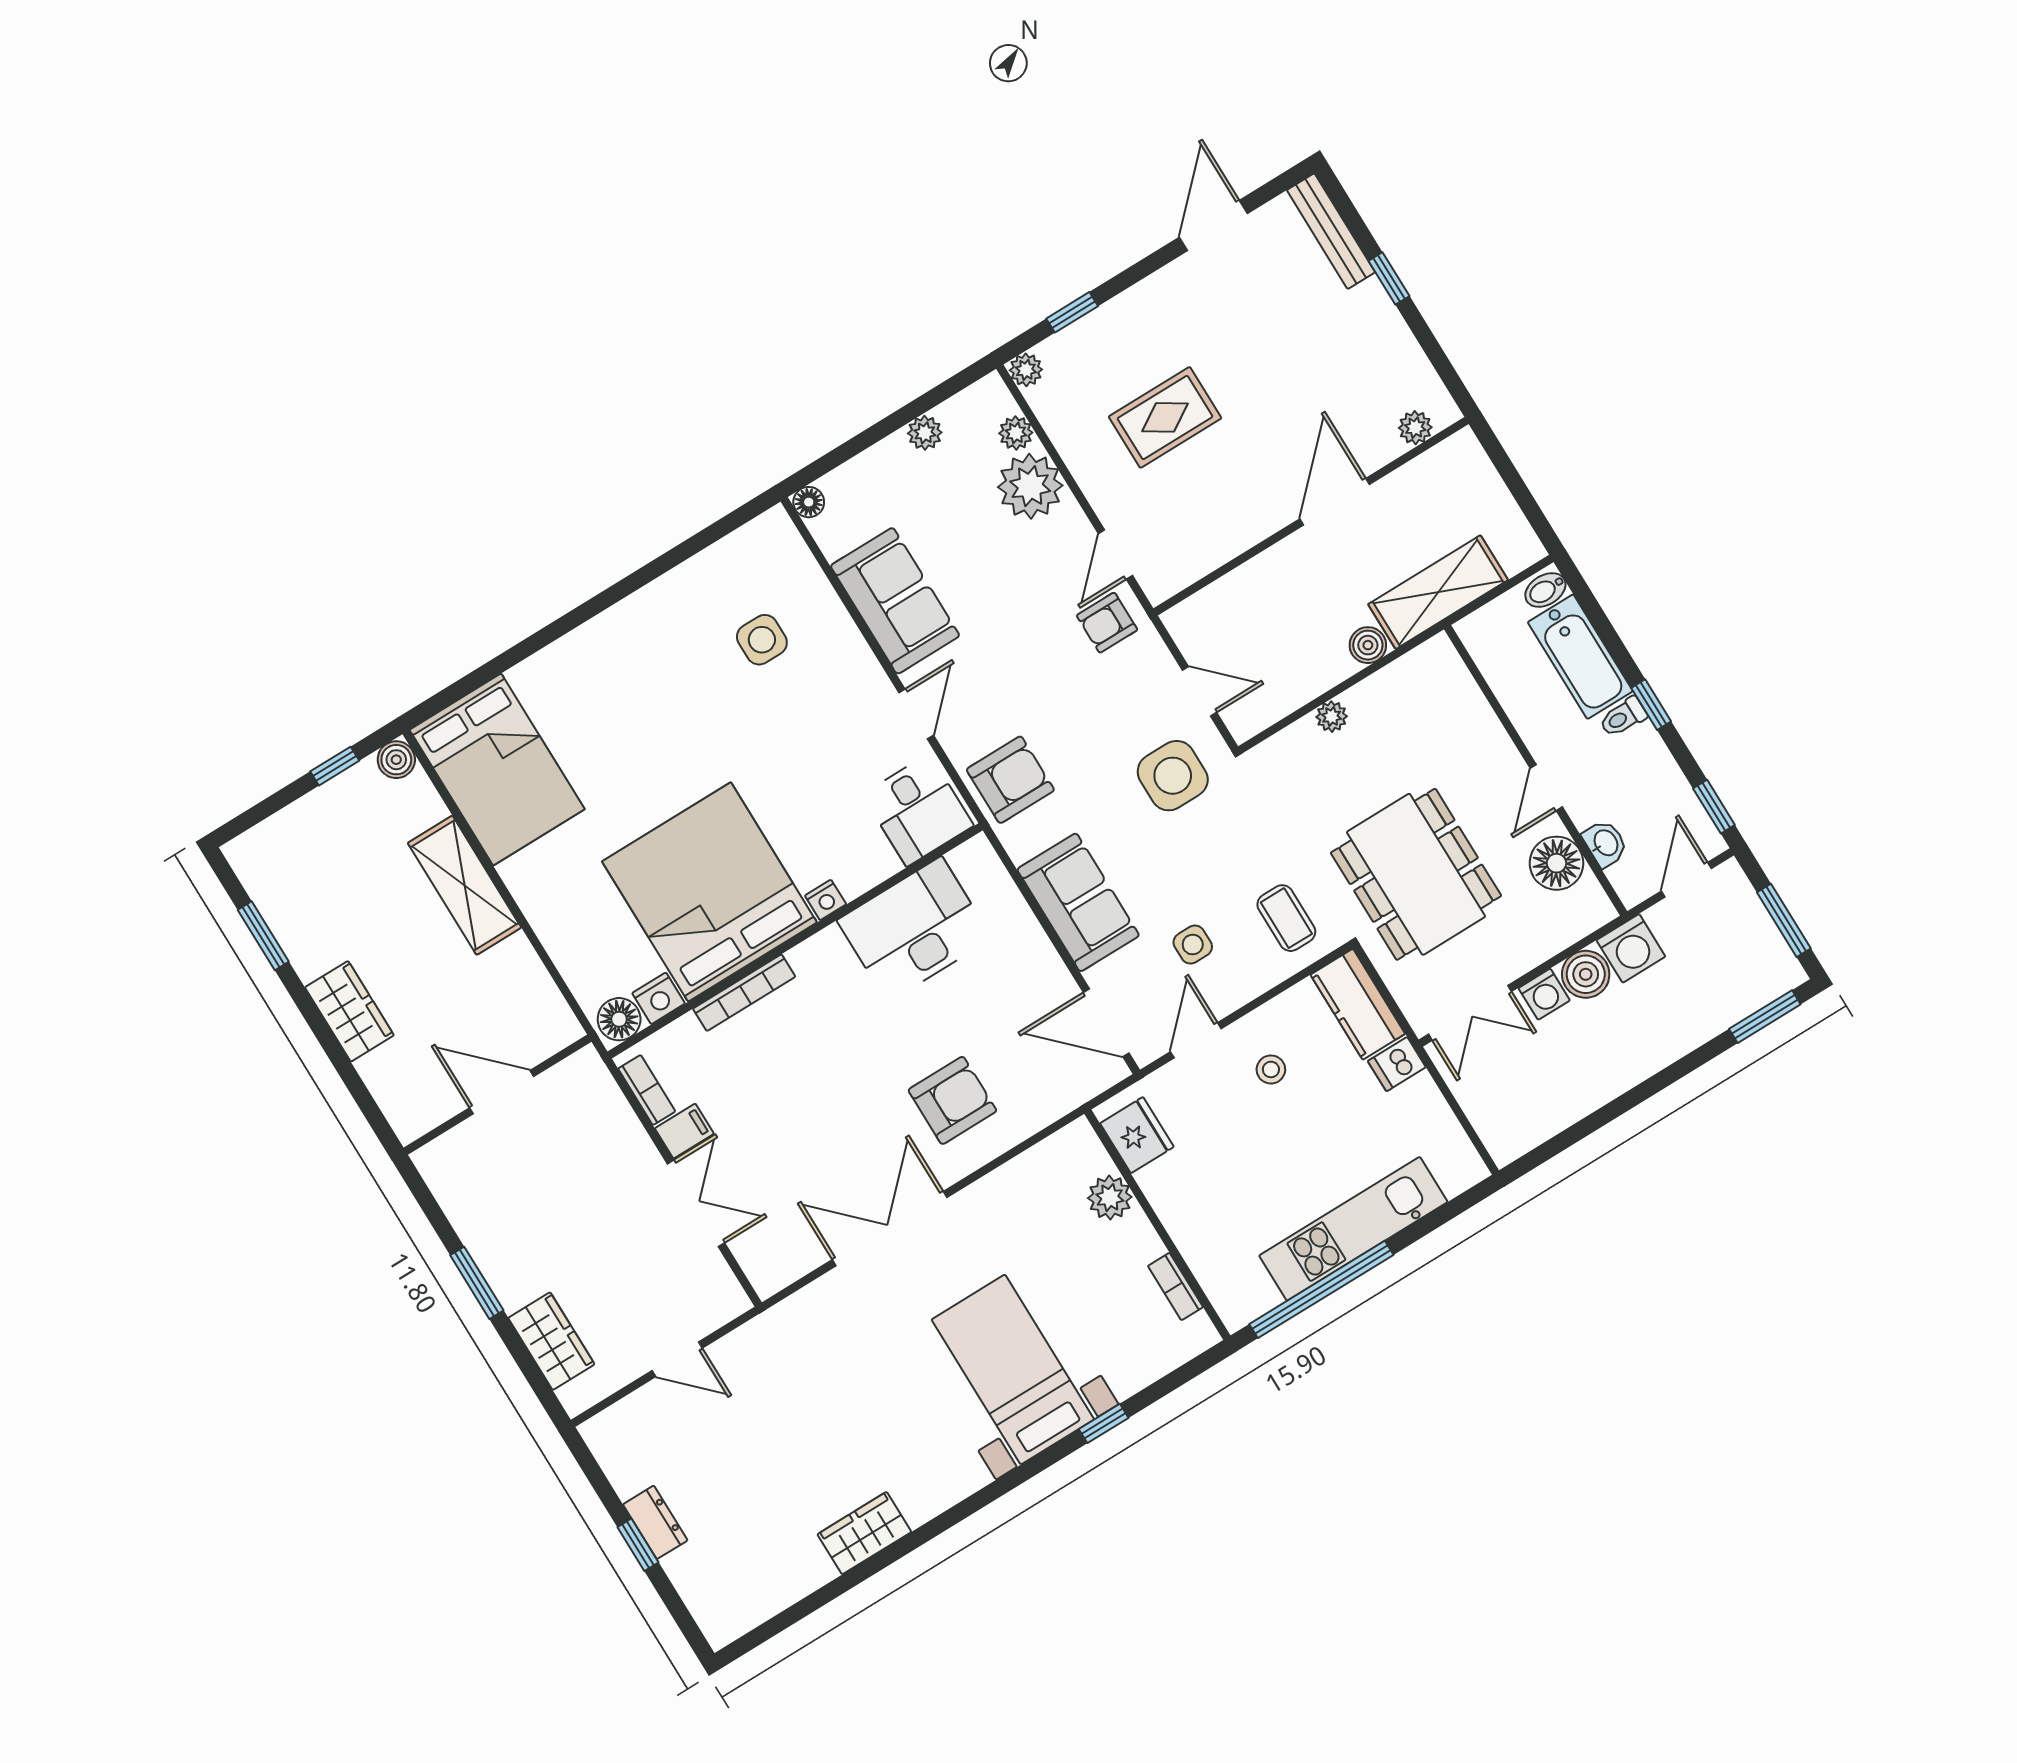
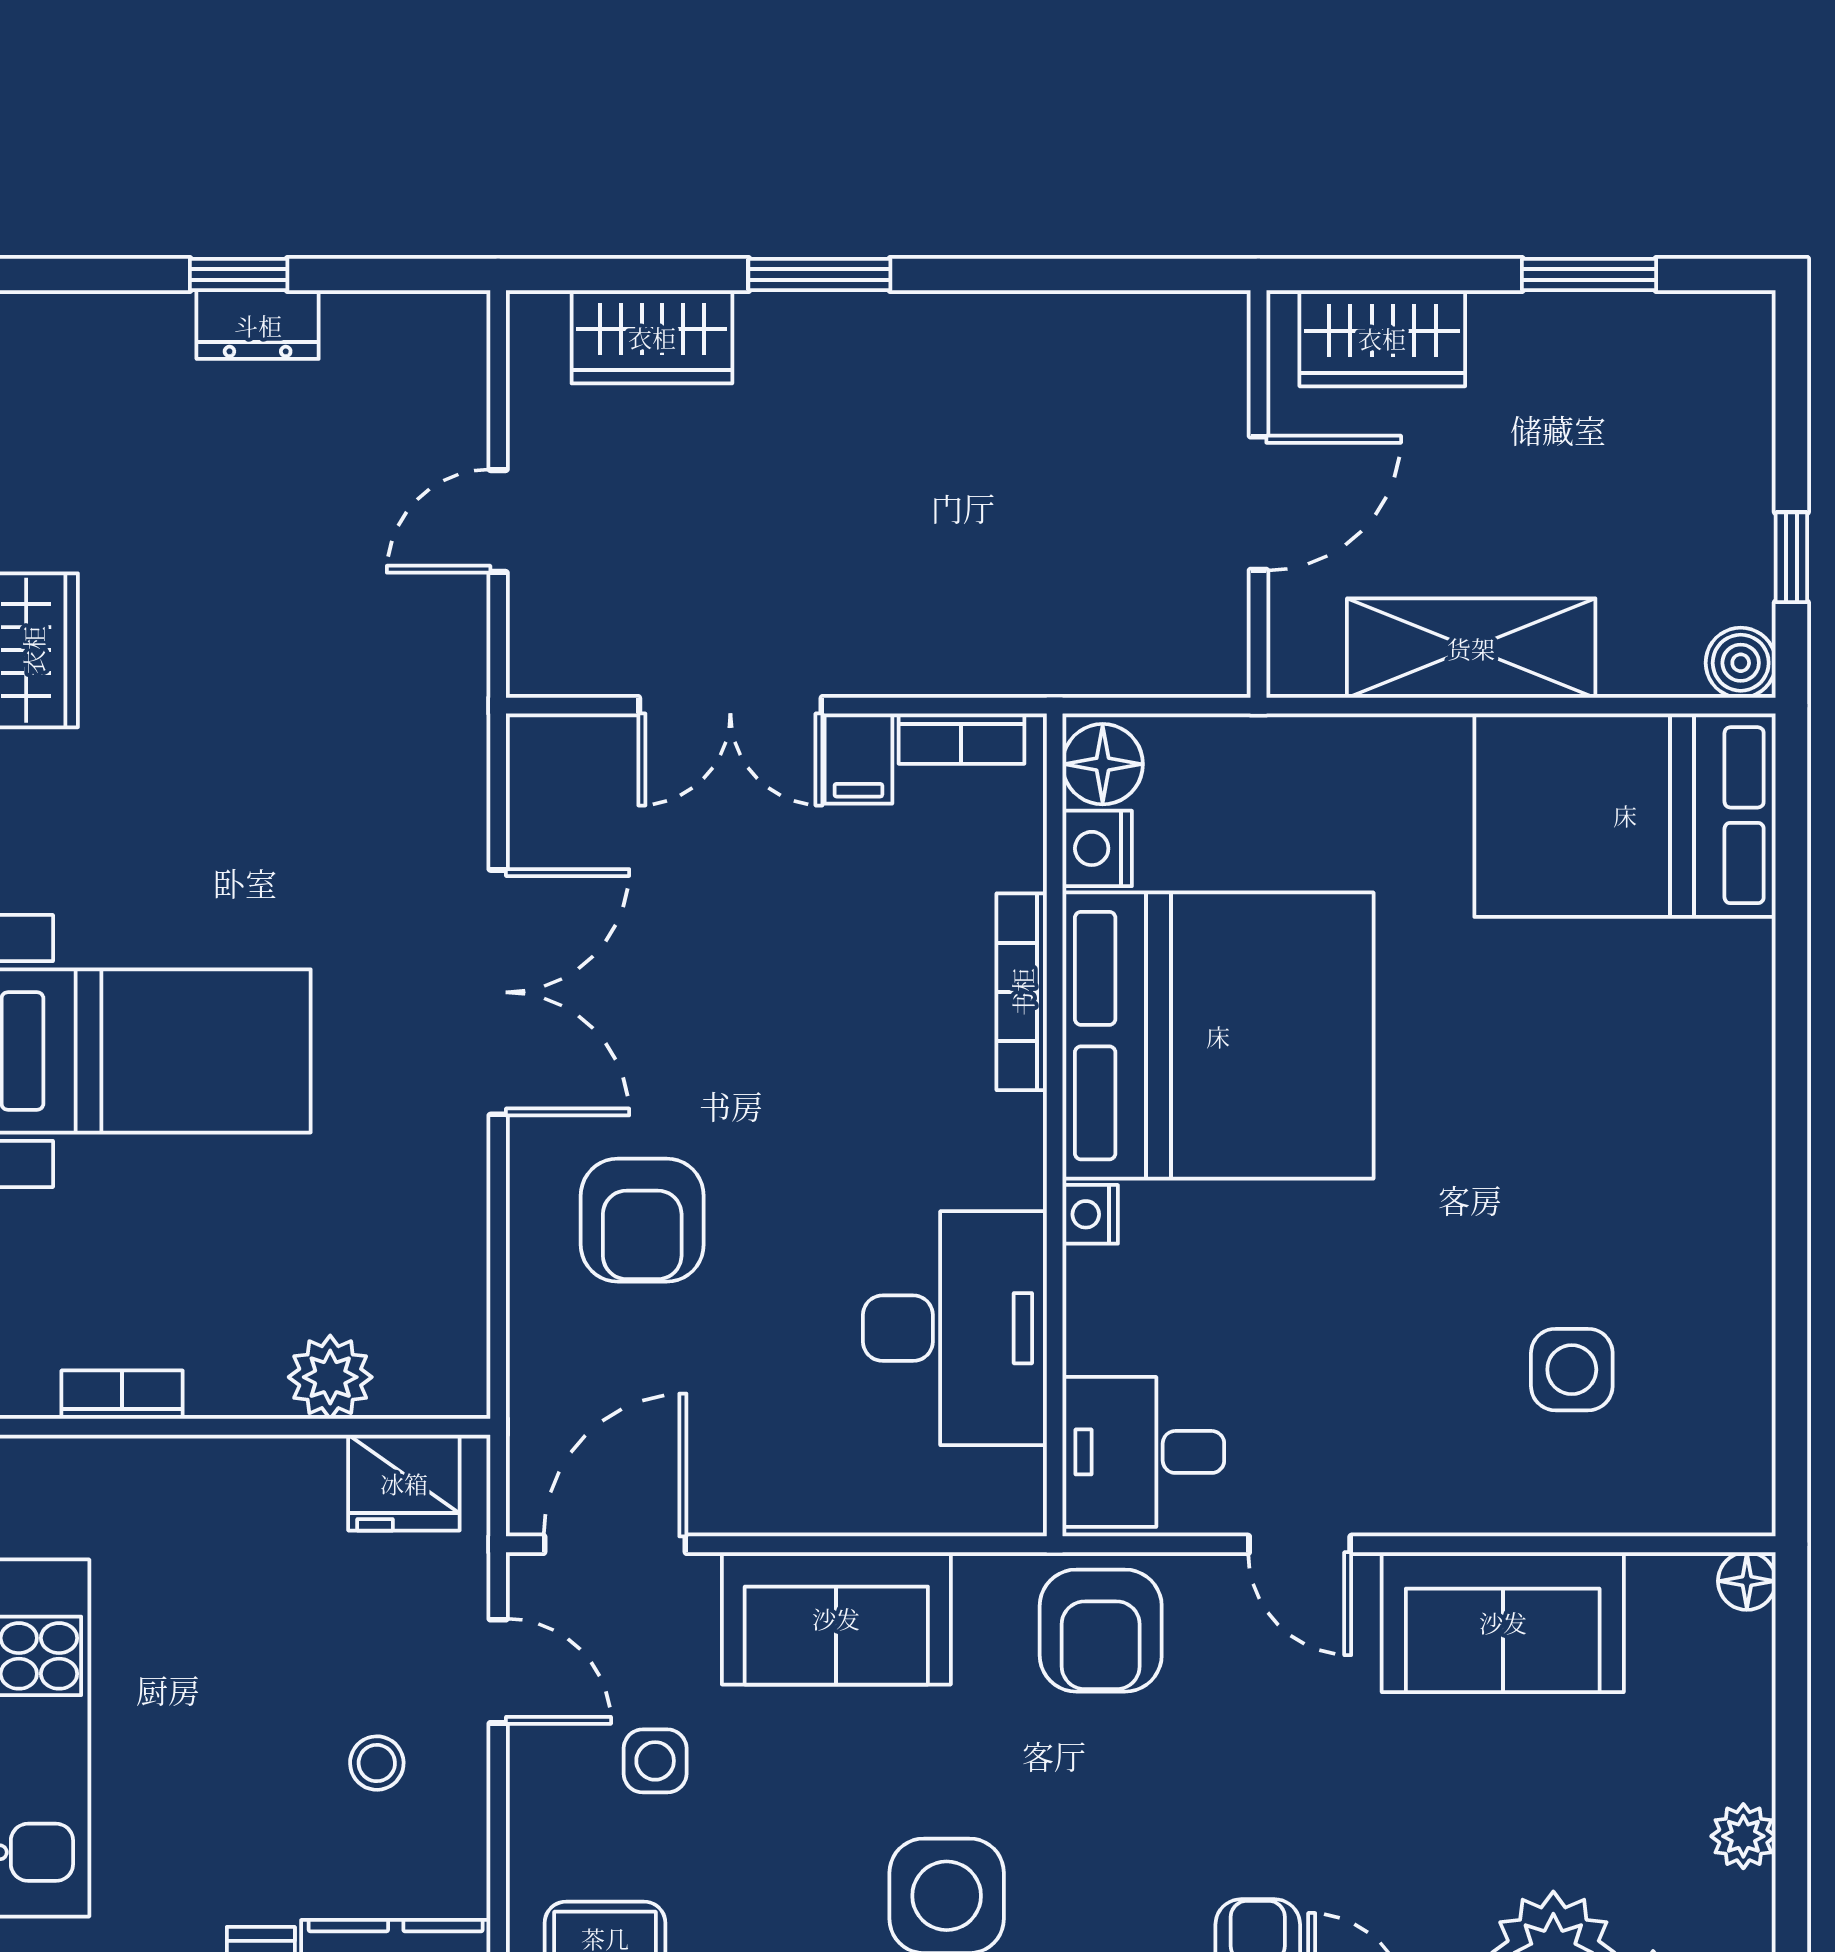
door: (502, 1092) -> (1258, 503), moved
wall: (497, 1095) -> (1258, 494), moved

